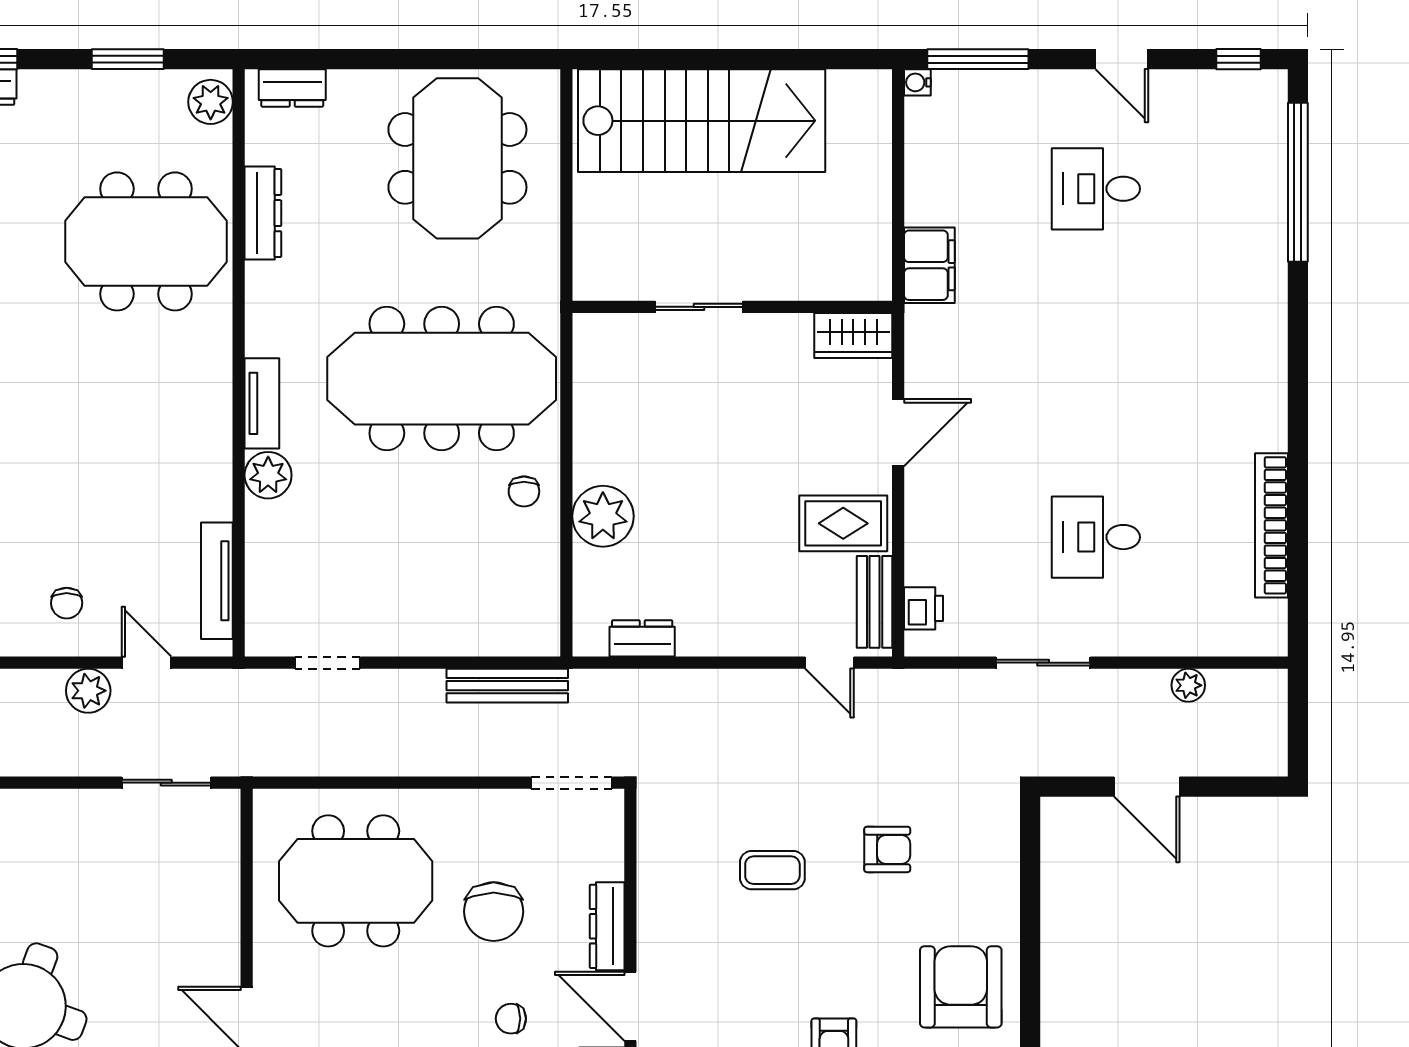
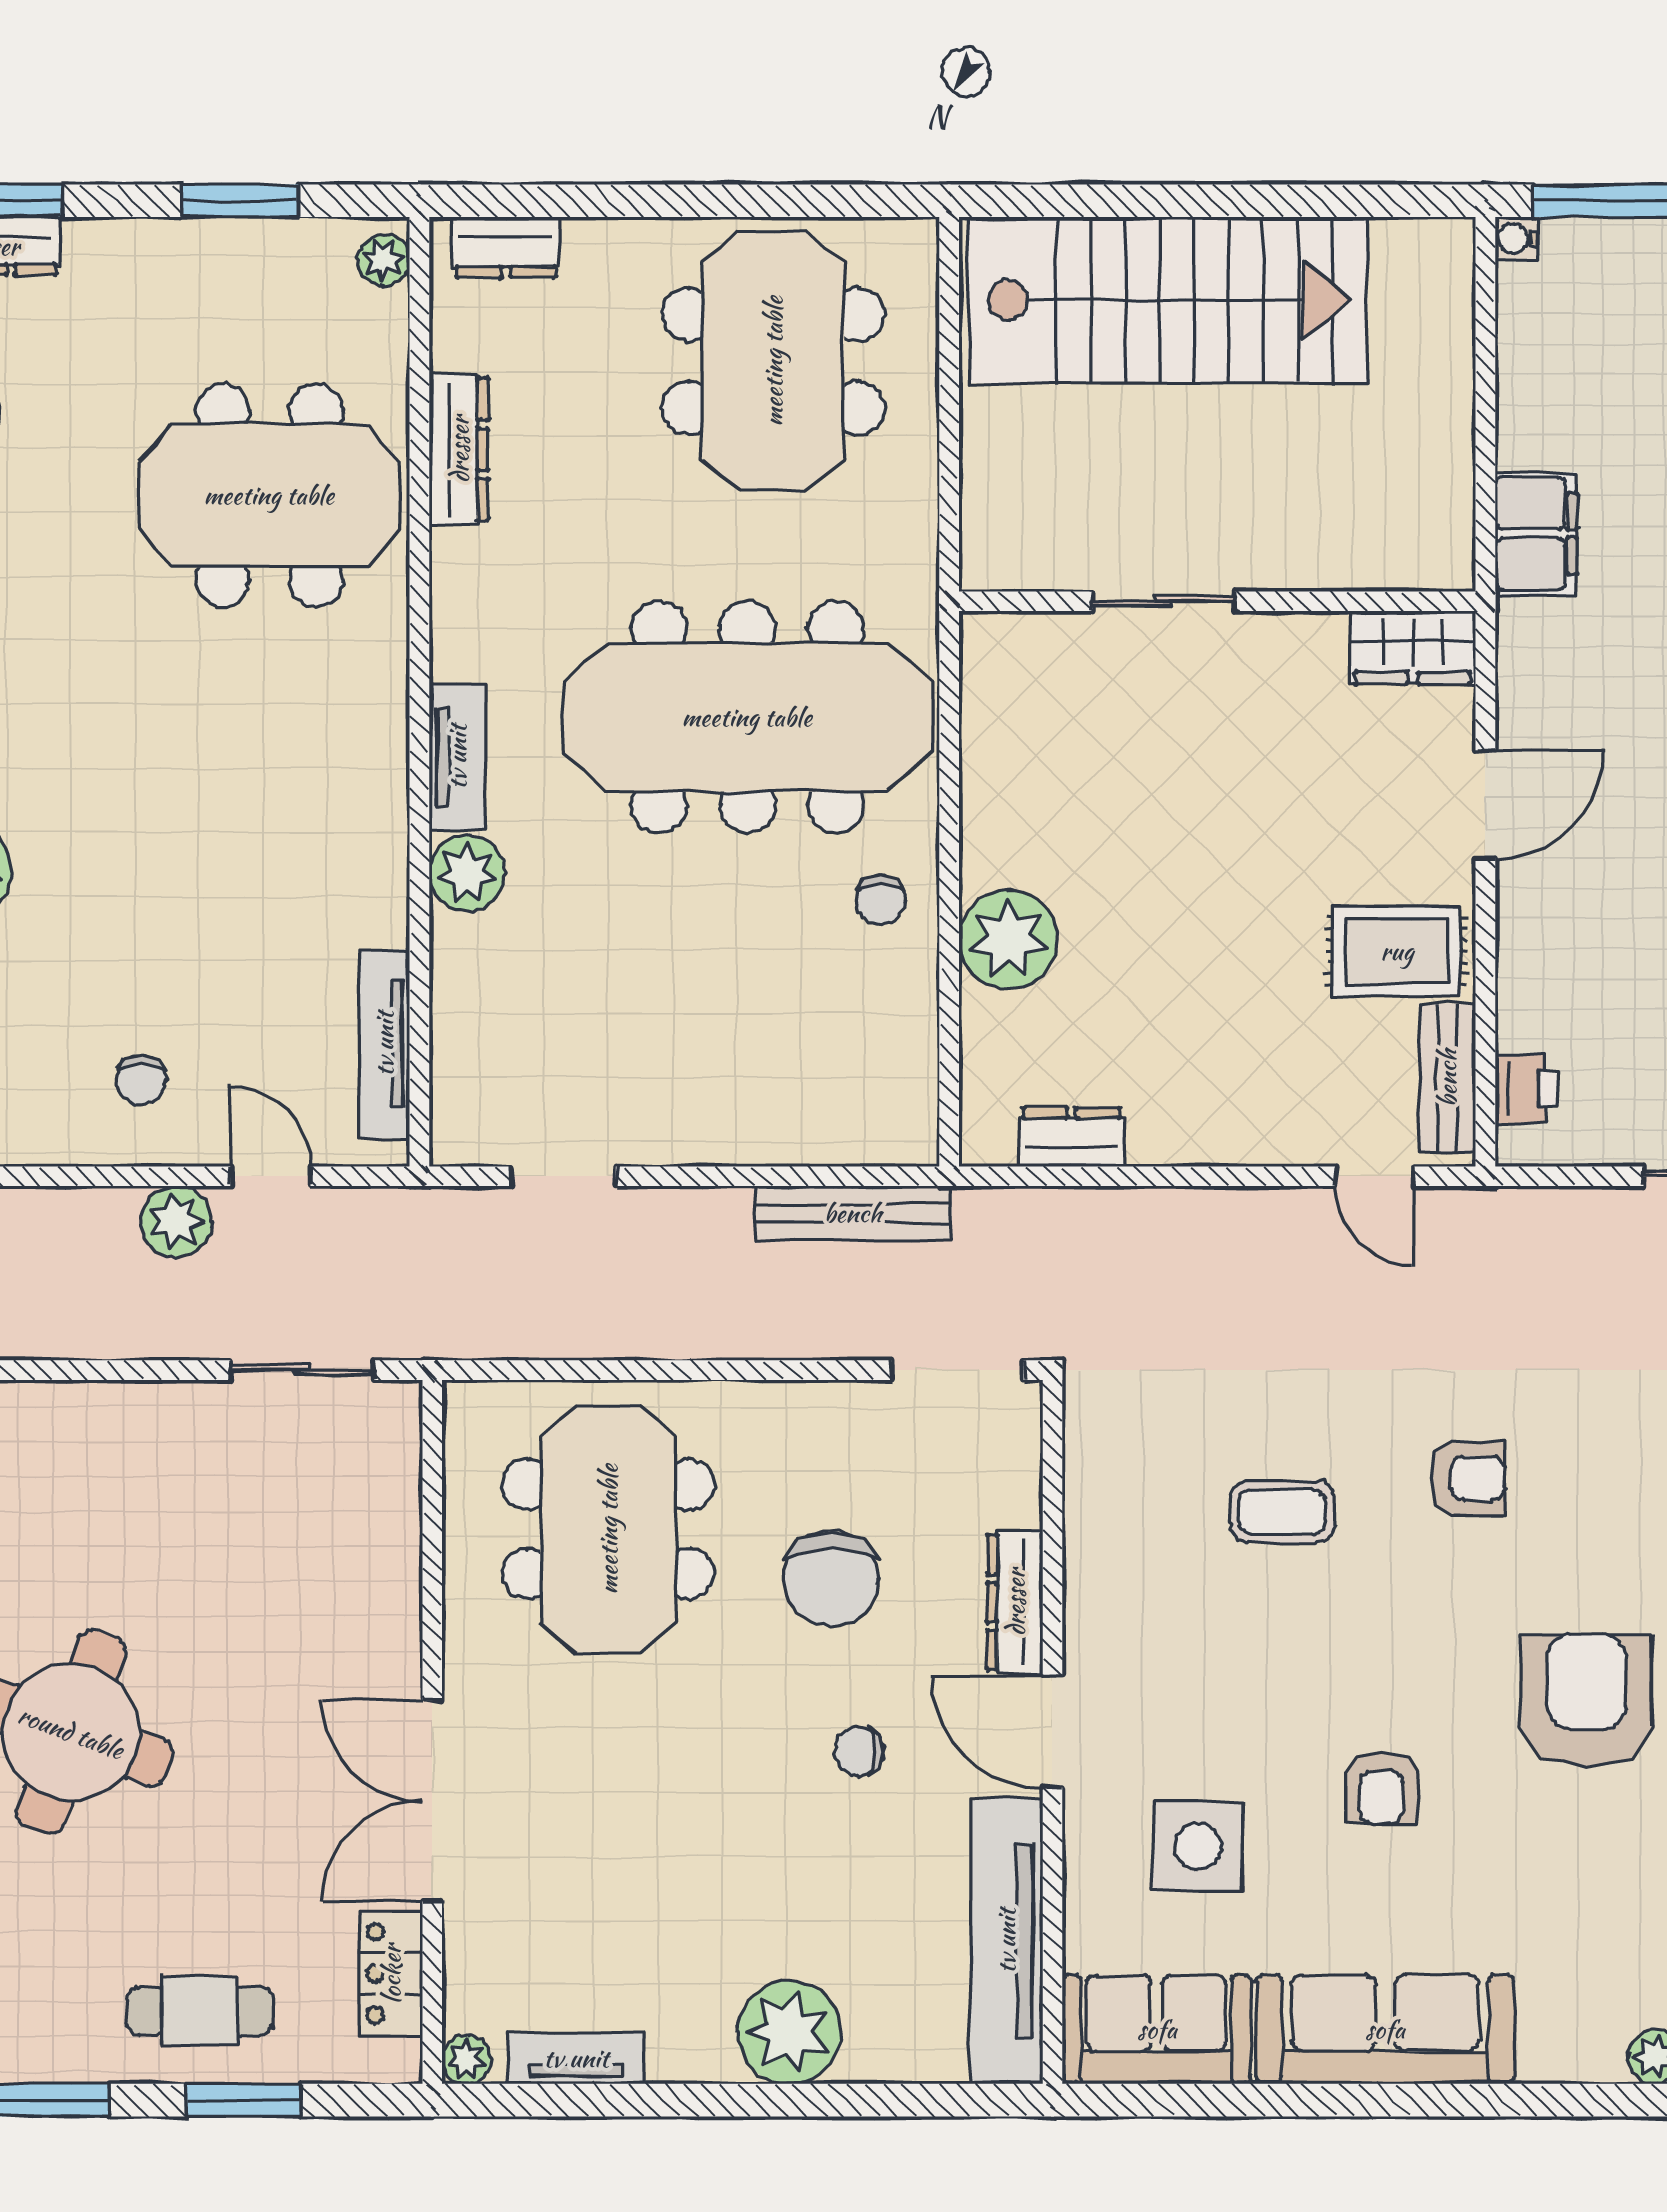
plant: (211, 102) -> (384, 260), width x0.73, depth x0.73
meeting table: (356, 881) -> (608, 1529), turned 90

